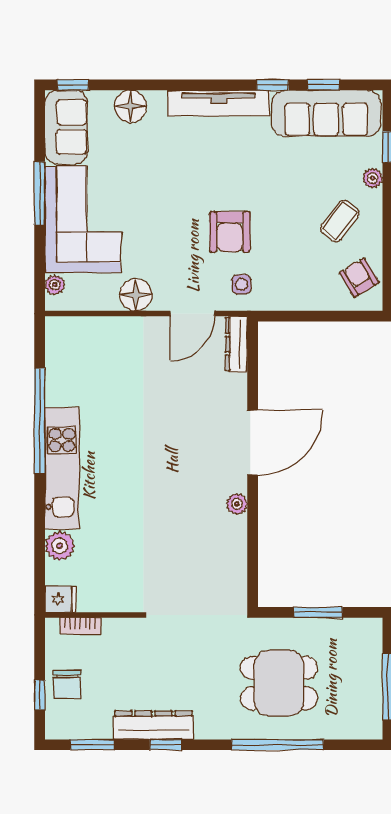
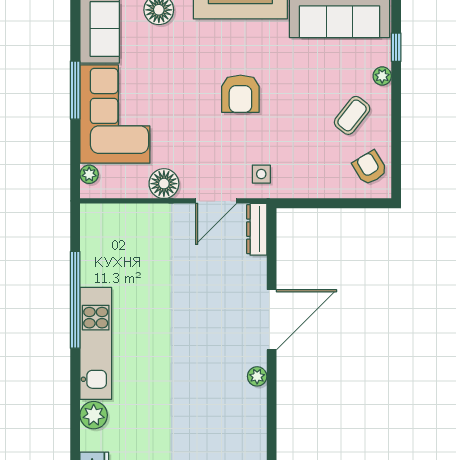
armchair: (230, 232) -> (240, 94), moved

